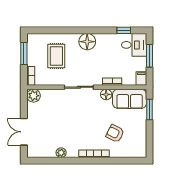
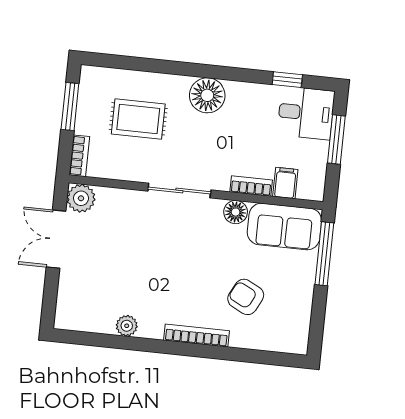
rug: (56, 56) -> (138, 119), turned 90
filing cabinet: (141, 79) -> (285, 183), moved
window: (149, 110) -> (324, 254), width x1.44
double door: (24, 132) -> (56, 239), moved

